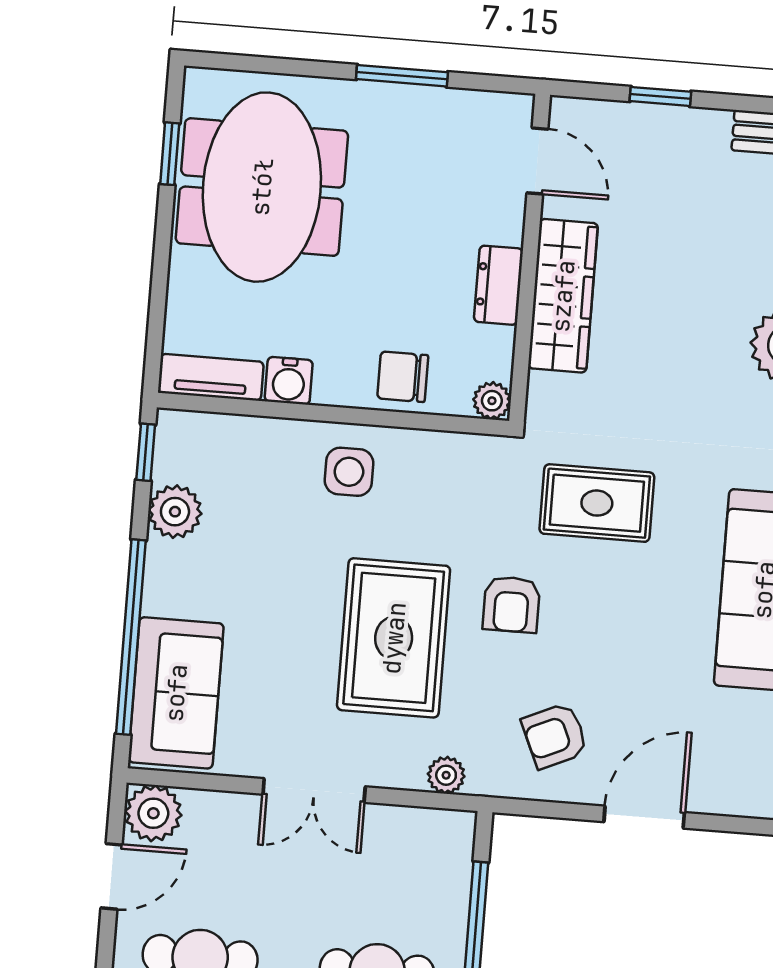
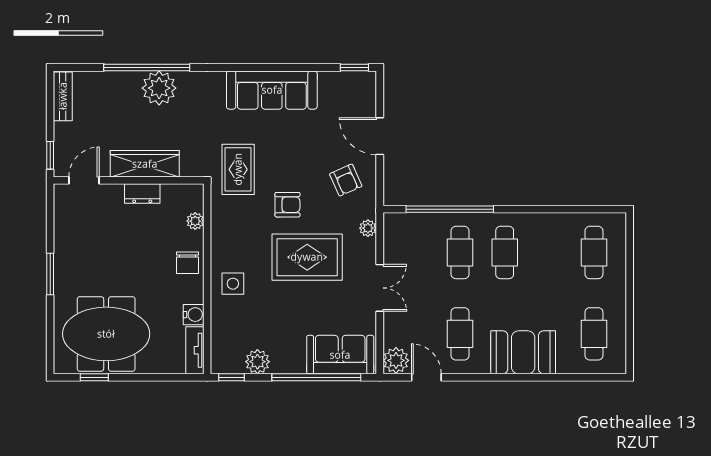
door: (537, 161) -> (84, 180), moved
wall: (530, 258) -> (129, 180), moved
dresser: (498, 285) -> (142, 194), moved
wardrobe: (563, 296) -> (145, 164), moved

